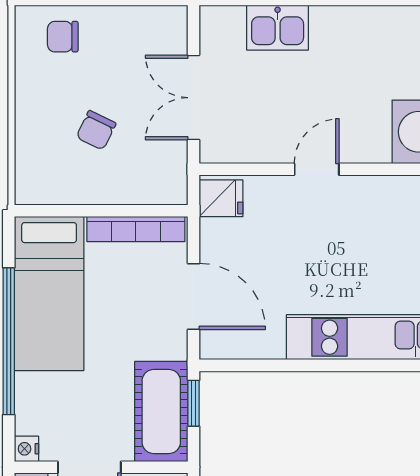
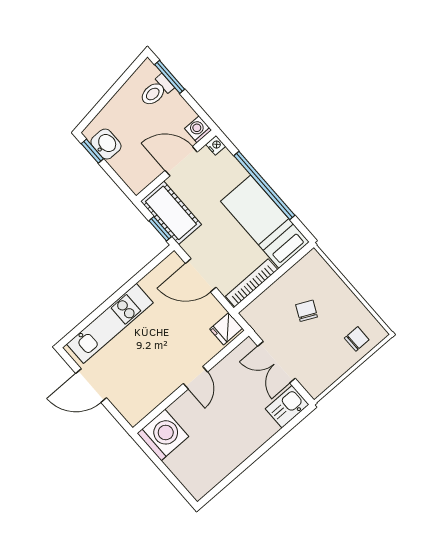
kitchen sink: (278, 28) -> (287, 407), moved
double door: (194, 98) -> (276, 362), swing flipped

